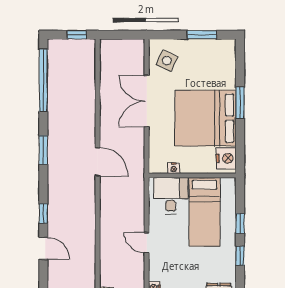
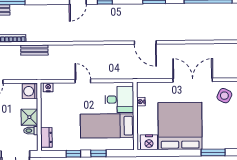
window: (240, 103) -> (213, 152), moved
door: (98, 162) -> (145, 43), hinge flipped
door: (147, 243) -> (83, 81), hinge flipped

